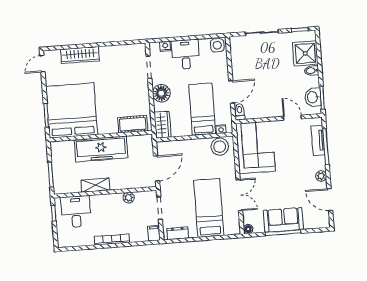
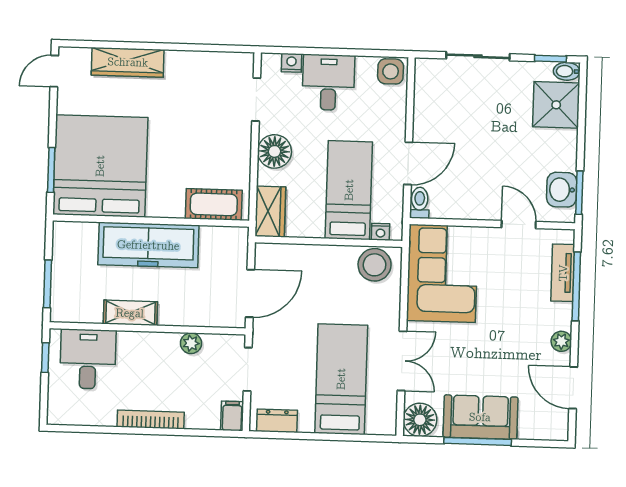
bidet: (312, 71) -> (567, 71), moved
floor lamp: (248, 229) -> (420, 420), width x1.89, depth x1.89

